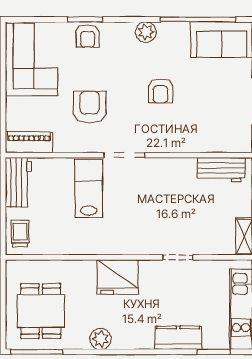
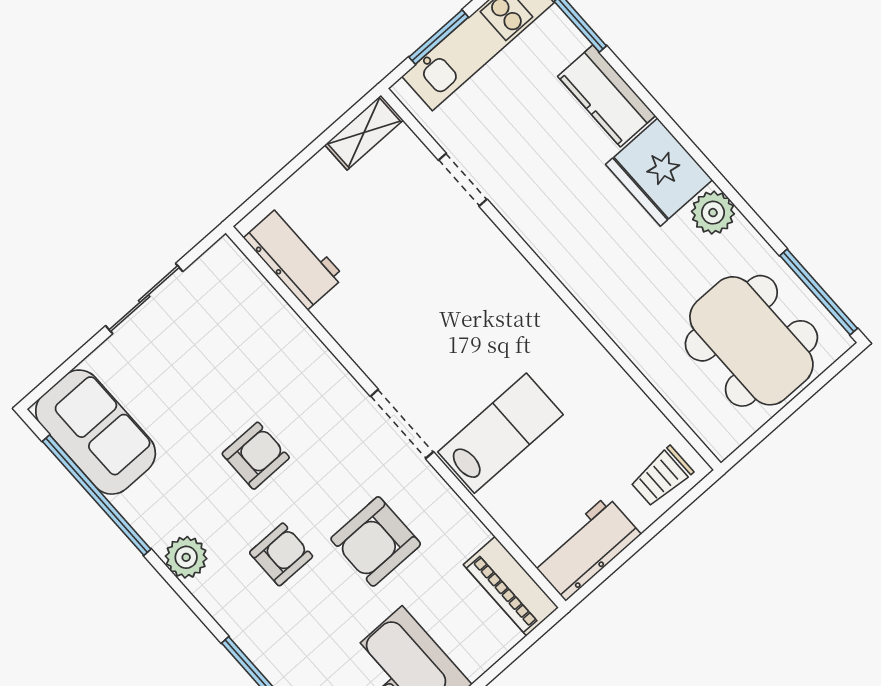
armchair: (88, 36) -> (281, 554), moved
lab bench: (89, 188) -> (500, 433), turned 180
doorway: (178, 257) -> (463, 180), moved
fridge: (118, 277) -> (659, 172), moved, turned 180
dining table: (41, 311) -> (751, 341), width x1.38

